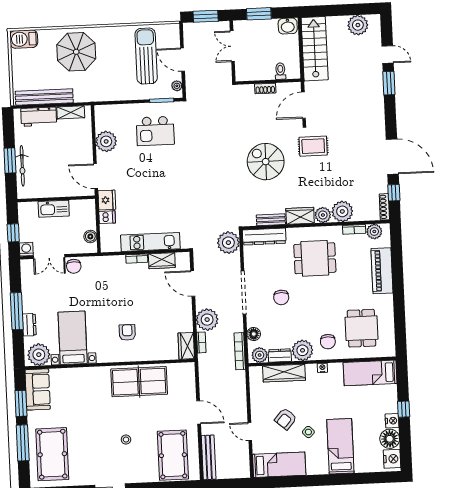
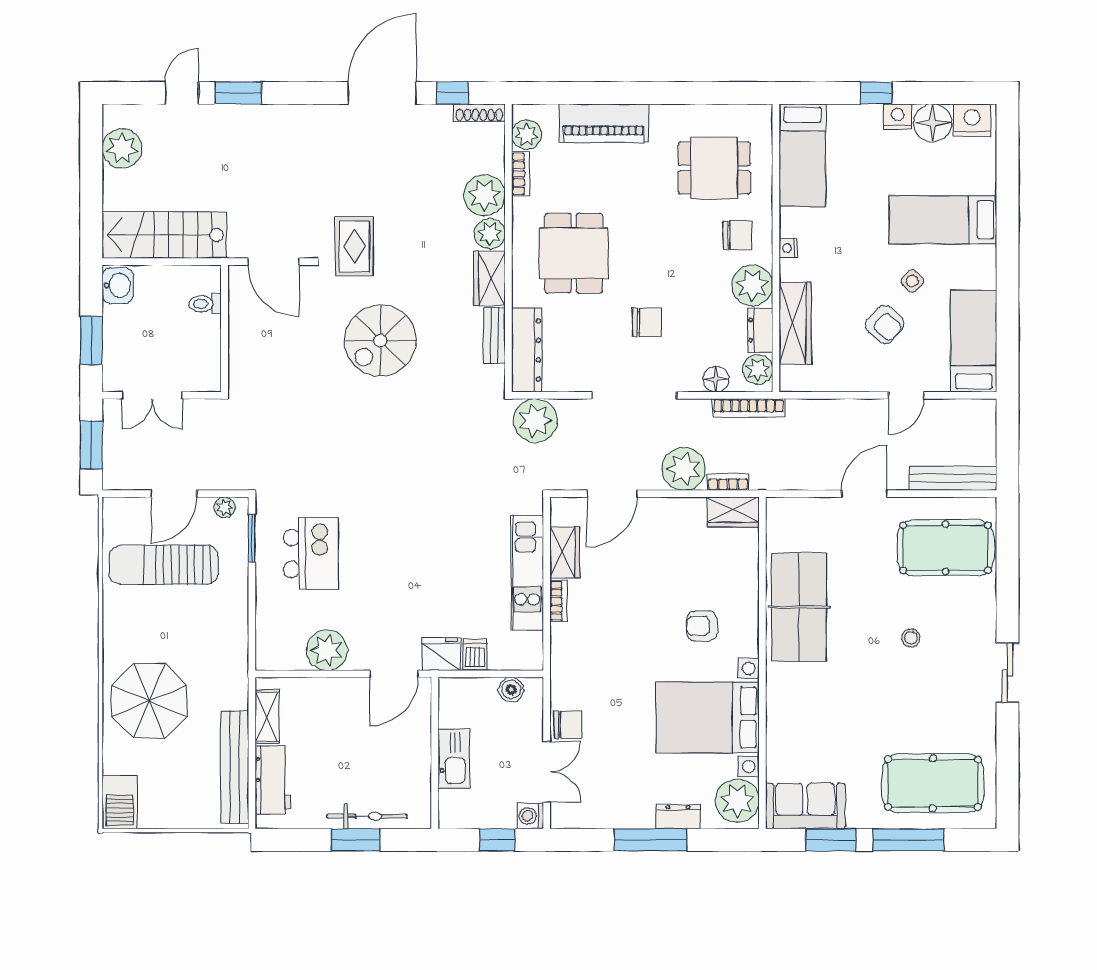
shoe rack: (265, 88) -> (238, 335), removed
bed with nightstands: (73, 338) -> (708, 717), width x1.36

